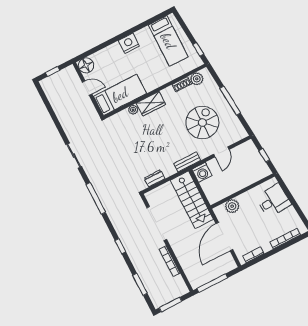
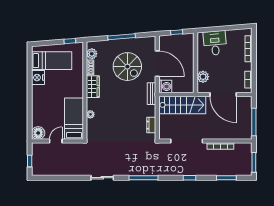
nightstand: (129, 43) -> (38, 78), moved
wardrobe: (151, 104) -> (93, 87), moved
spiral stairs: (202, 123) -> (127, 67), turned 180
door: (221, 152) -> (157, 64), width x1.87

